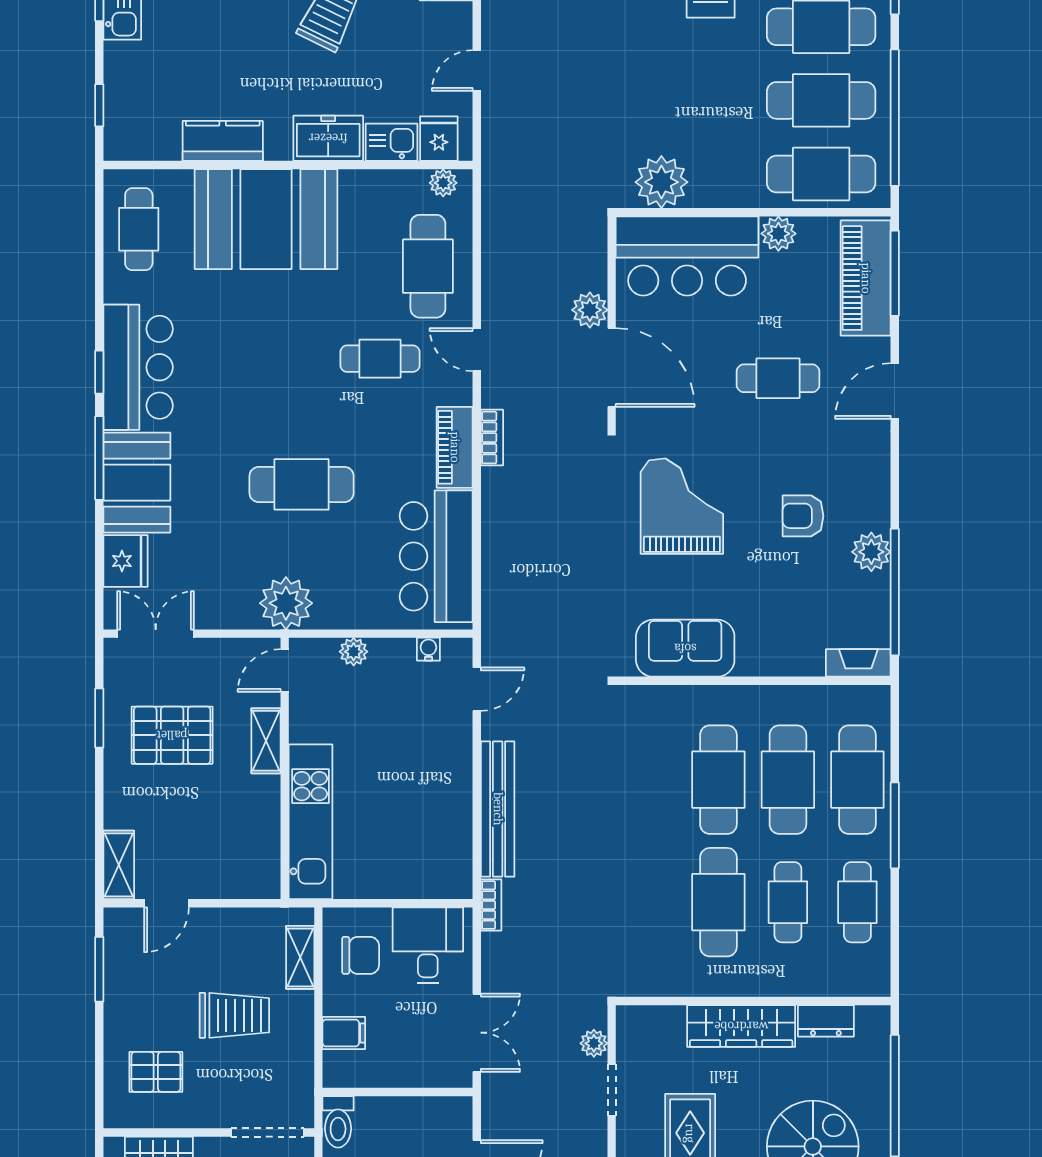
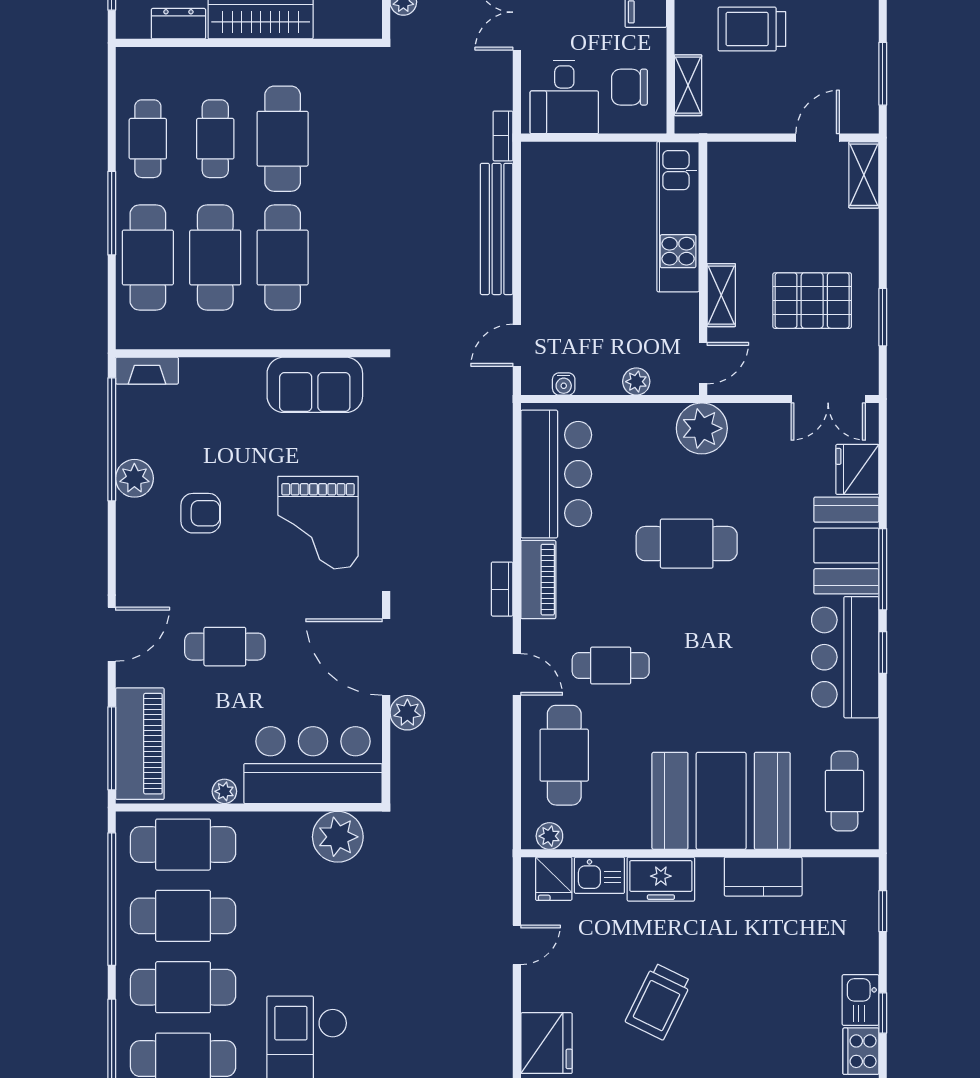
plant: (778, 234) -> (224, 791), width x0.73, depth x0.73

